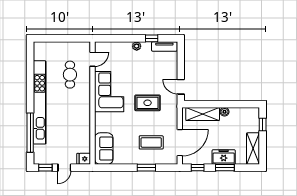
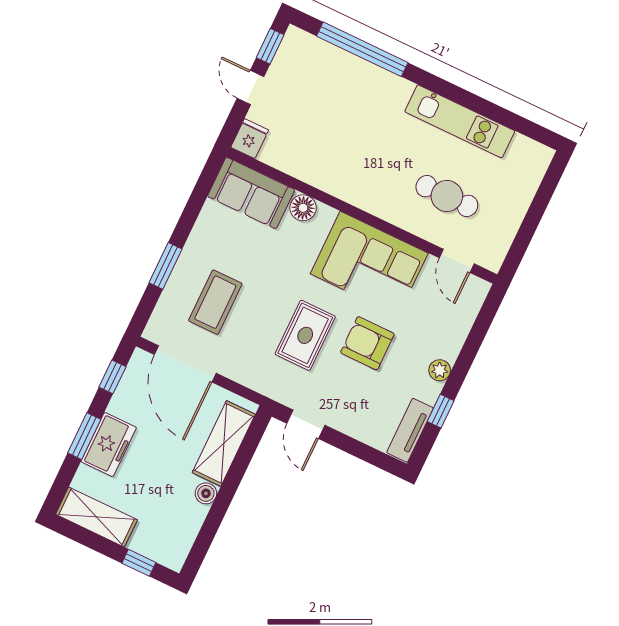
armchair: (139, 78) -> (367, 343), added
door: (181, 87) -> (306, 424), swing flipped
kitchen unit: (40, 102) -> (460, 121), width x0.54
floor lamp: (100, 126) -> (303, 208), added

